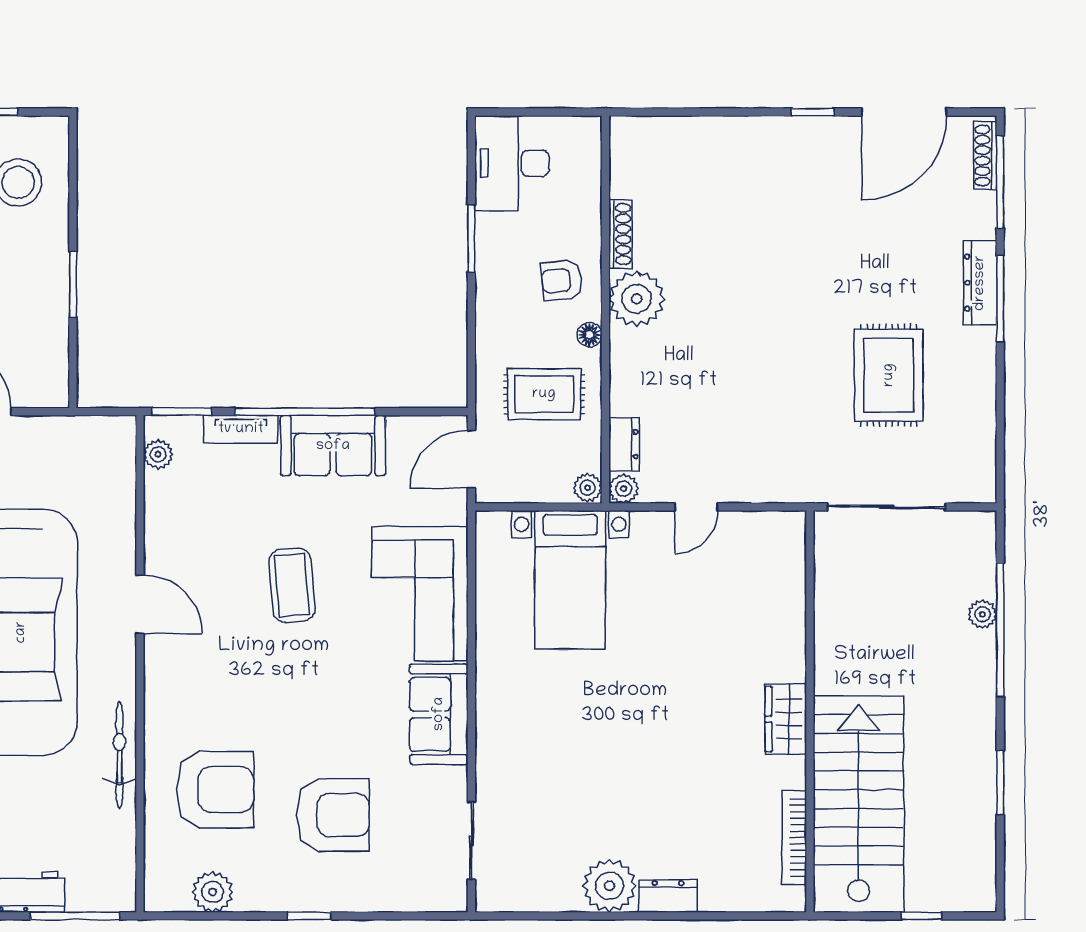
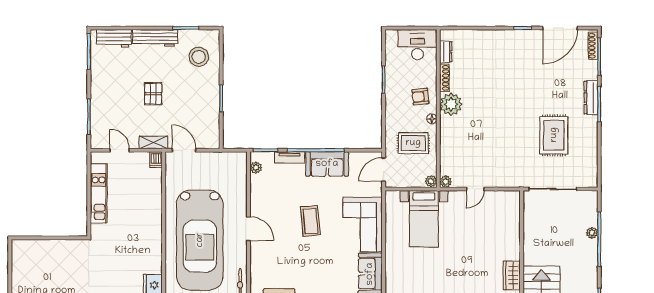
desk: (512, 163) -> (417, 45), moved, turned 90
dresser: (624, 444) -> (446, 52), moved

